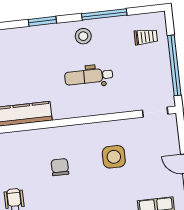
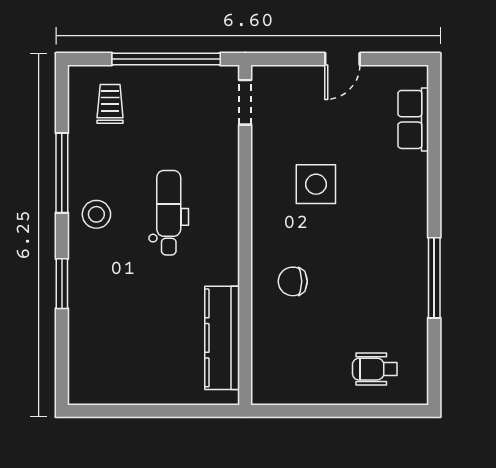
dental chair: (89, 76) -> (169, 213), turned 180
chair: (60, 167) -> (293, 281), moved

